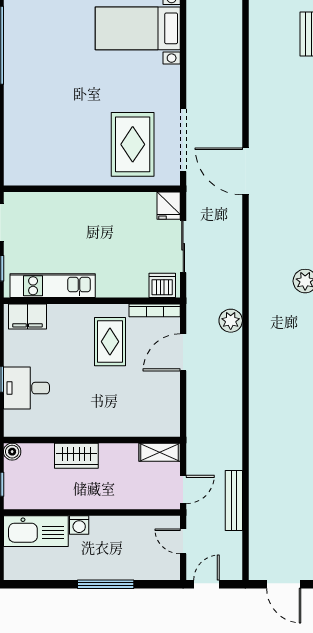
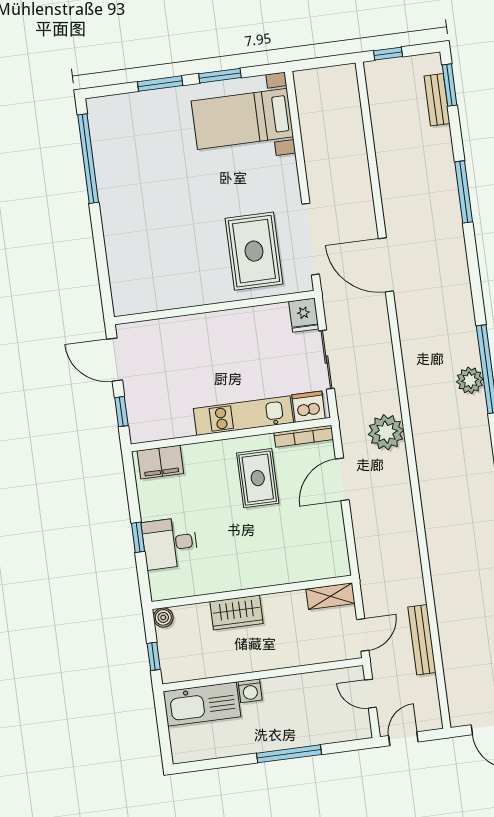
kitchen unit: (53, 286) -> (243, 416), moved
plant: (231, 321) -> (386, 432), width x1.36, depth x1.36

